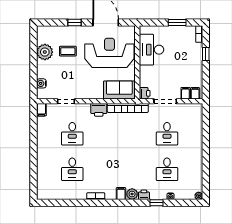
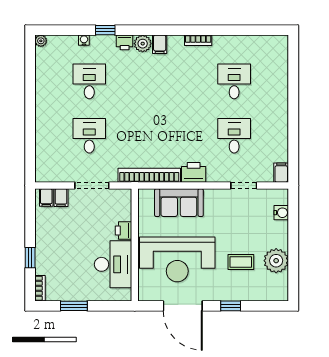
sofa: (119, 90) -> (179, 203), moved
printer: (145, 93) -> (123, 230), moved

